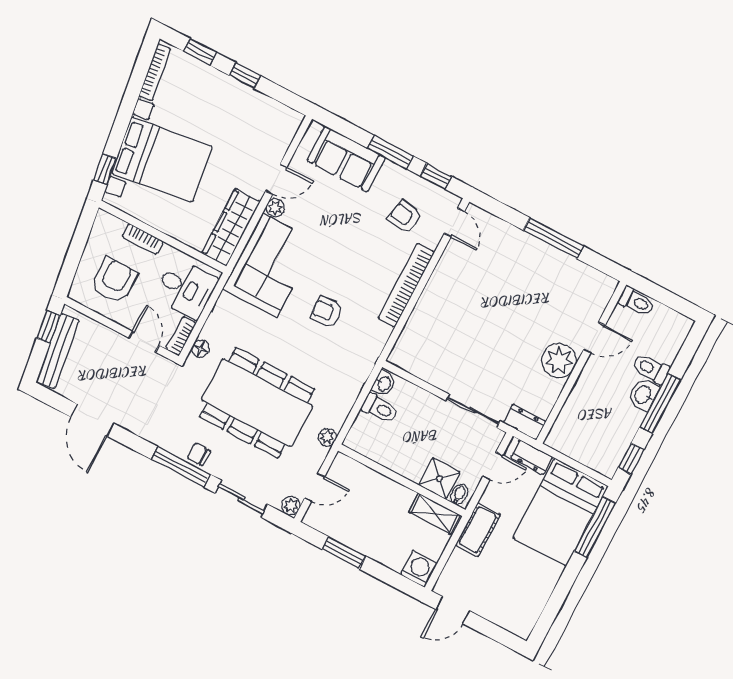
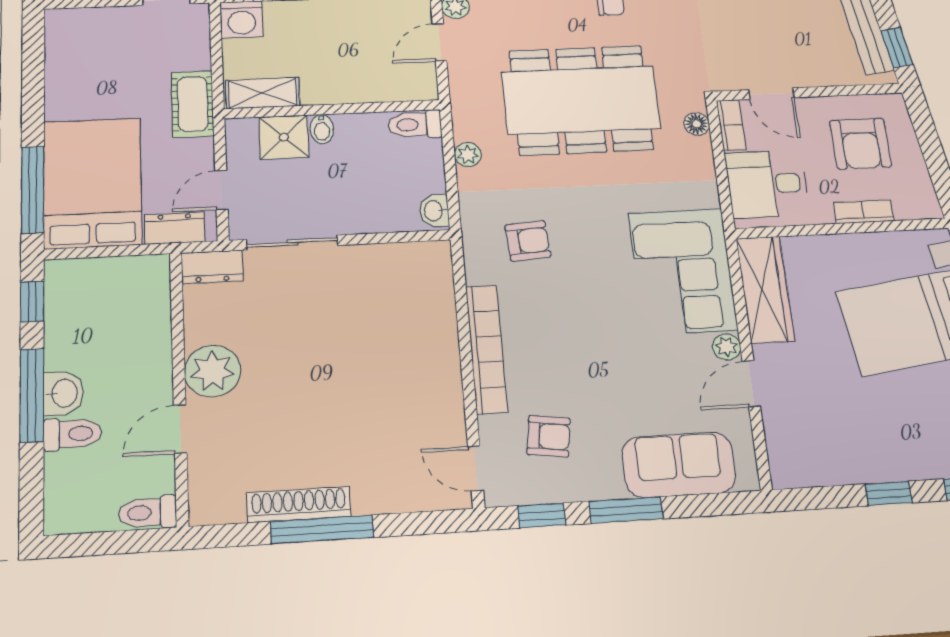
shoe rack: (557, 259) -> (299, 505), added
armchair: (326, 312) -> (528, 241), moved
toilet: (380, 408) -> (415, 125), moved
plant: (327, 437) -> (468, 155), moved
bidet: (459, 494) -> (322, 129), moved

